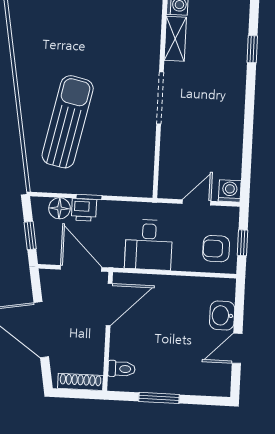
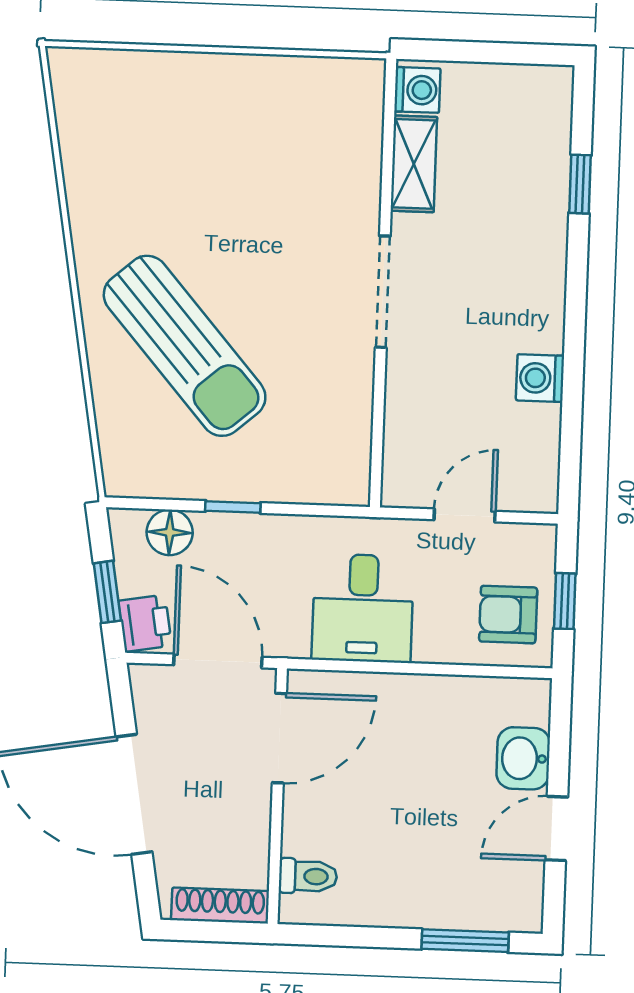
sun lounger: (68, 122) -> (185, 346), turned 127
washing machine: (230, 191) -> (540, 378), moved, turned -90
printer: (84, 210) -> (145, 623), moved, turned -100
window: (159, 398) -> (465, 941), moved

